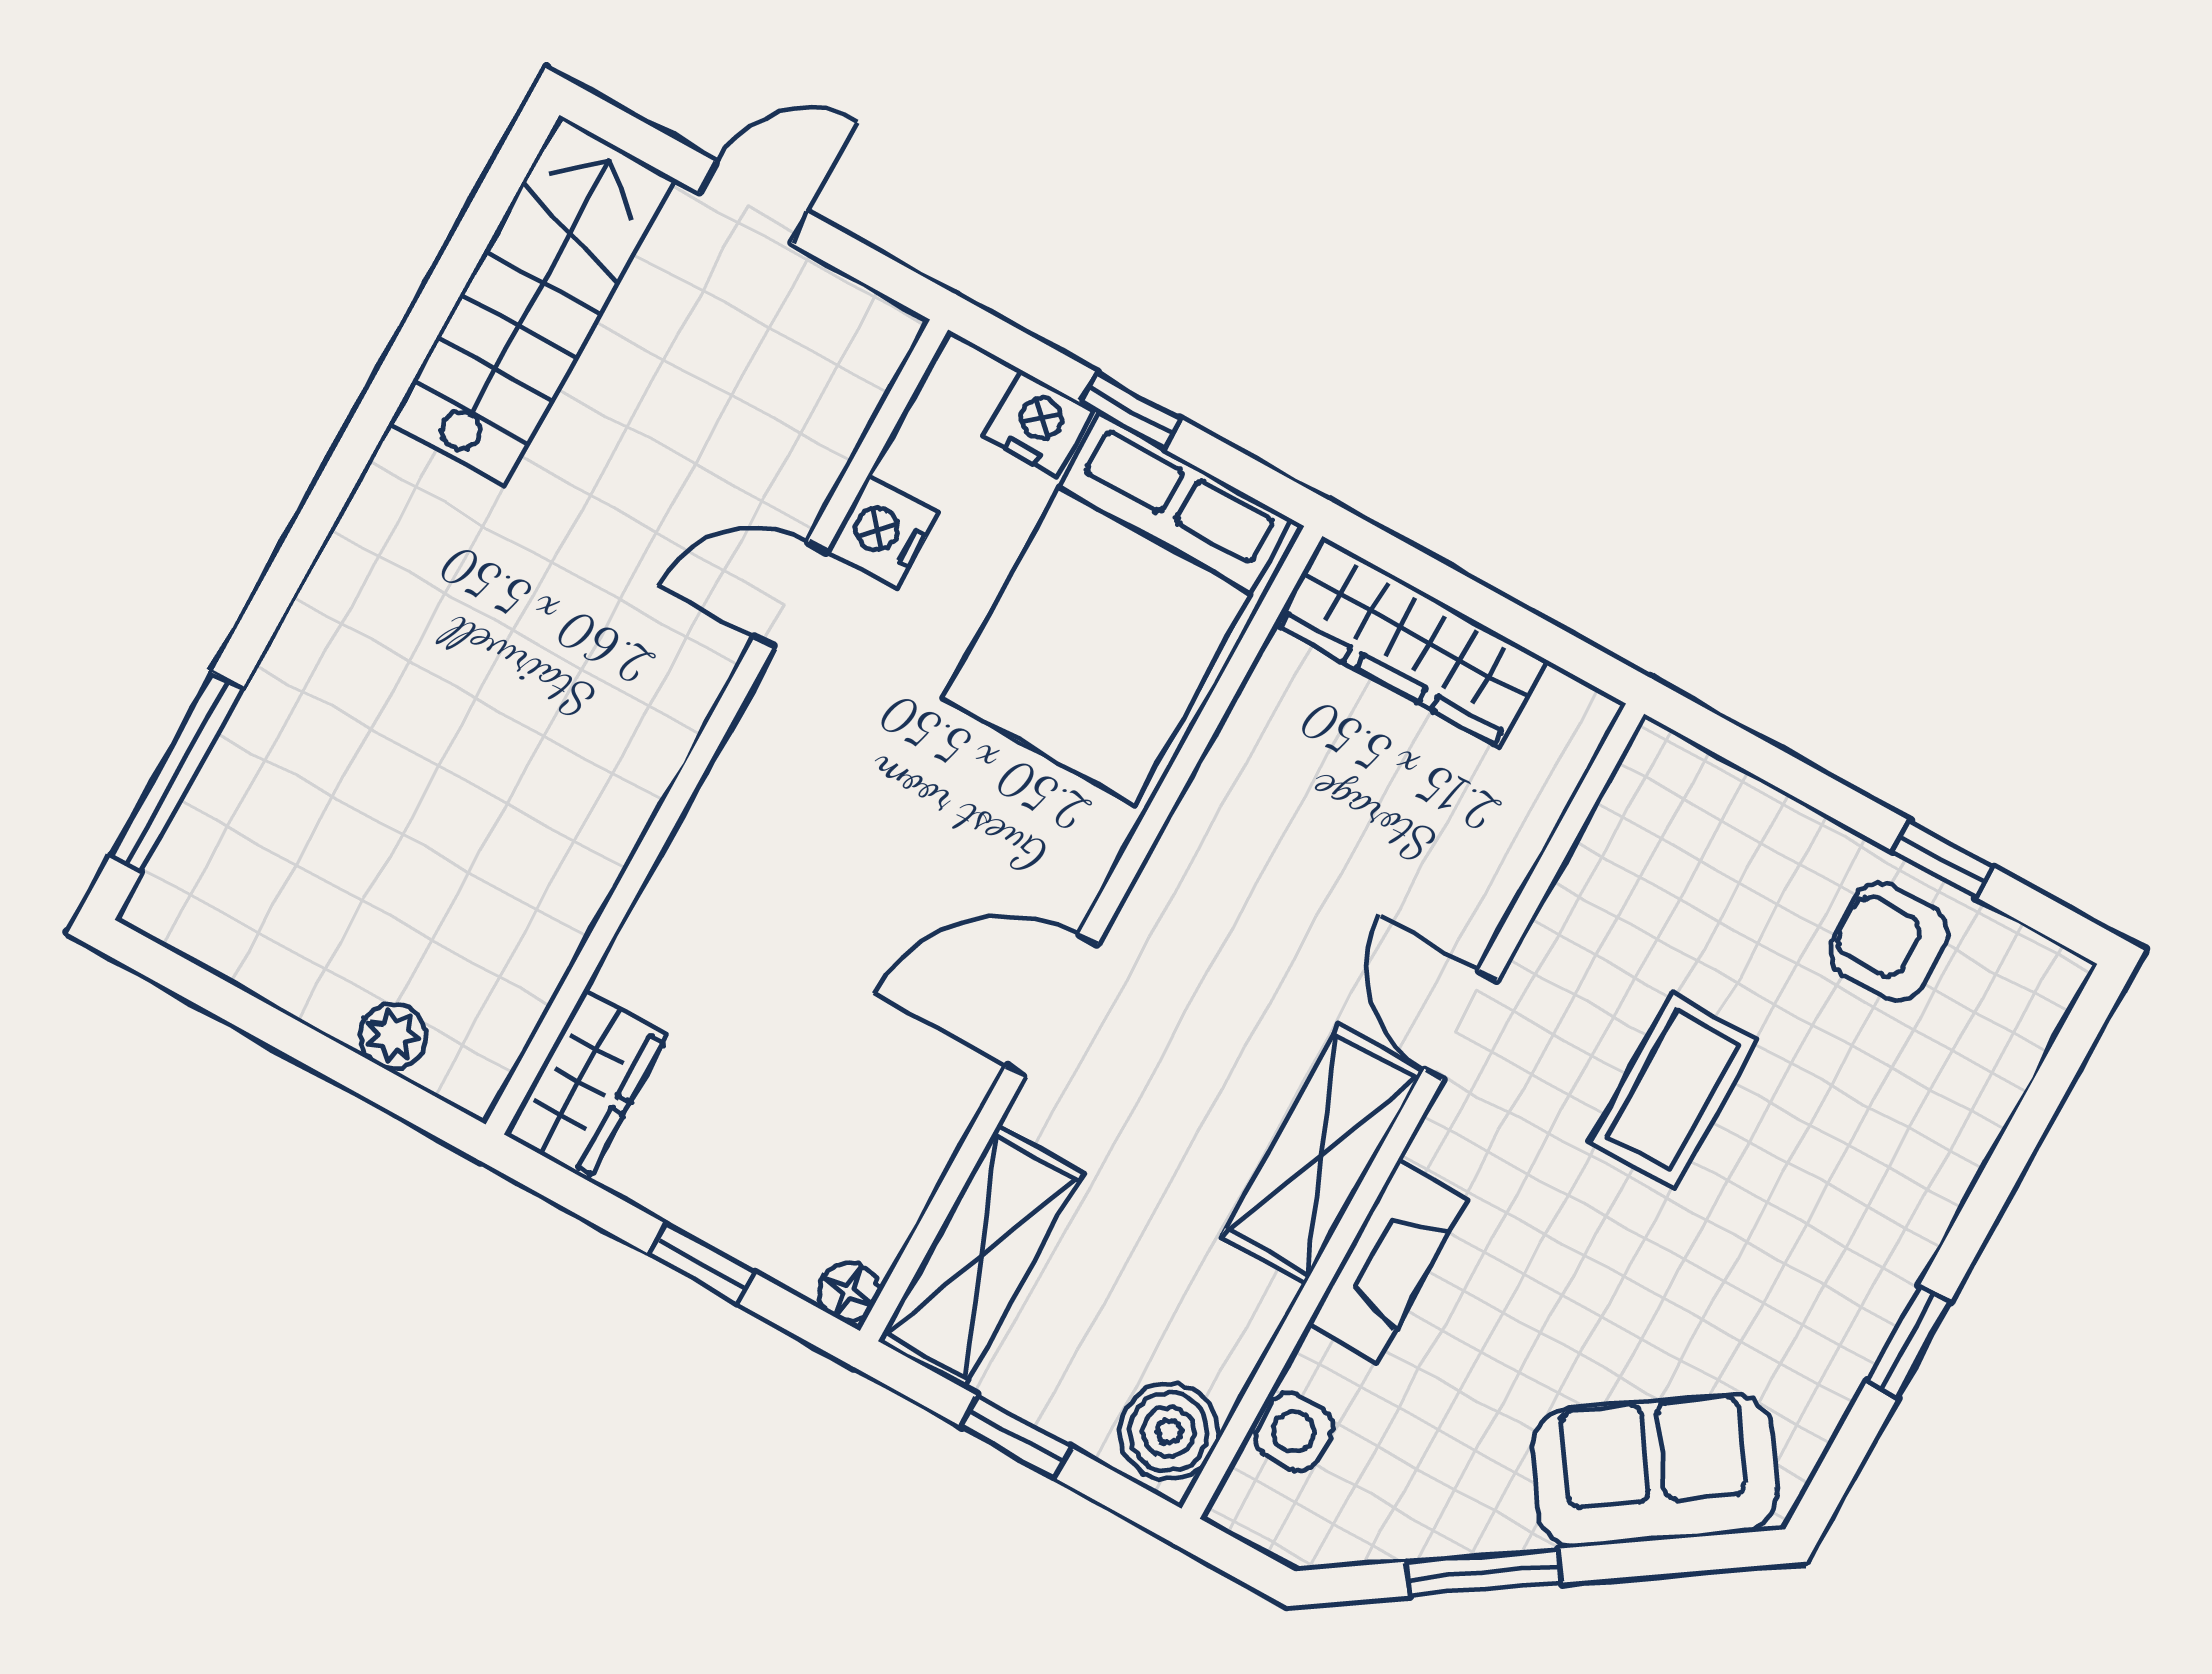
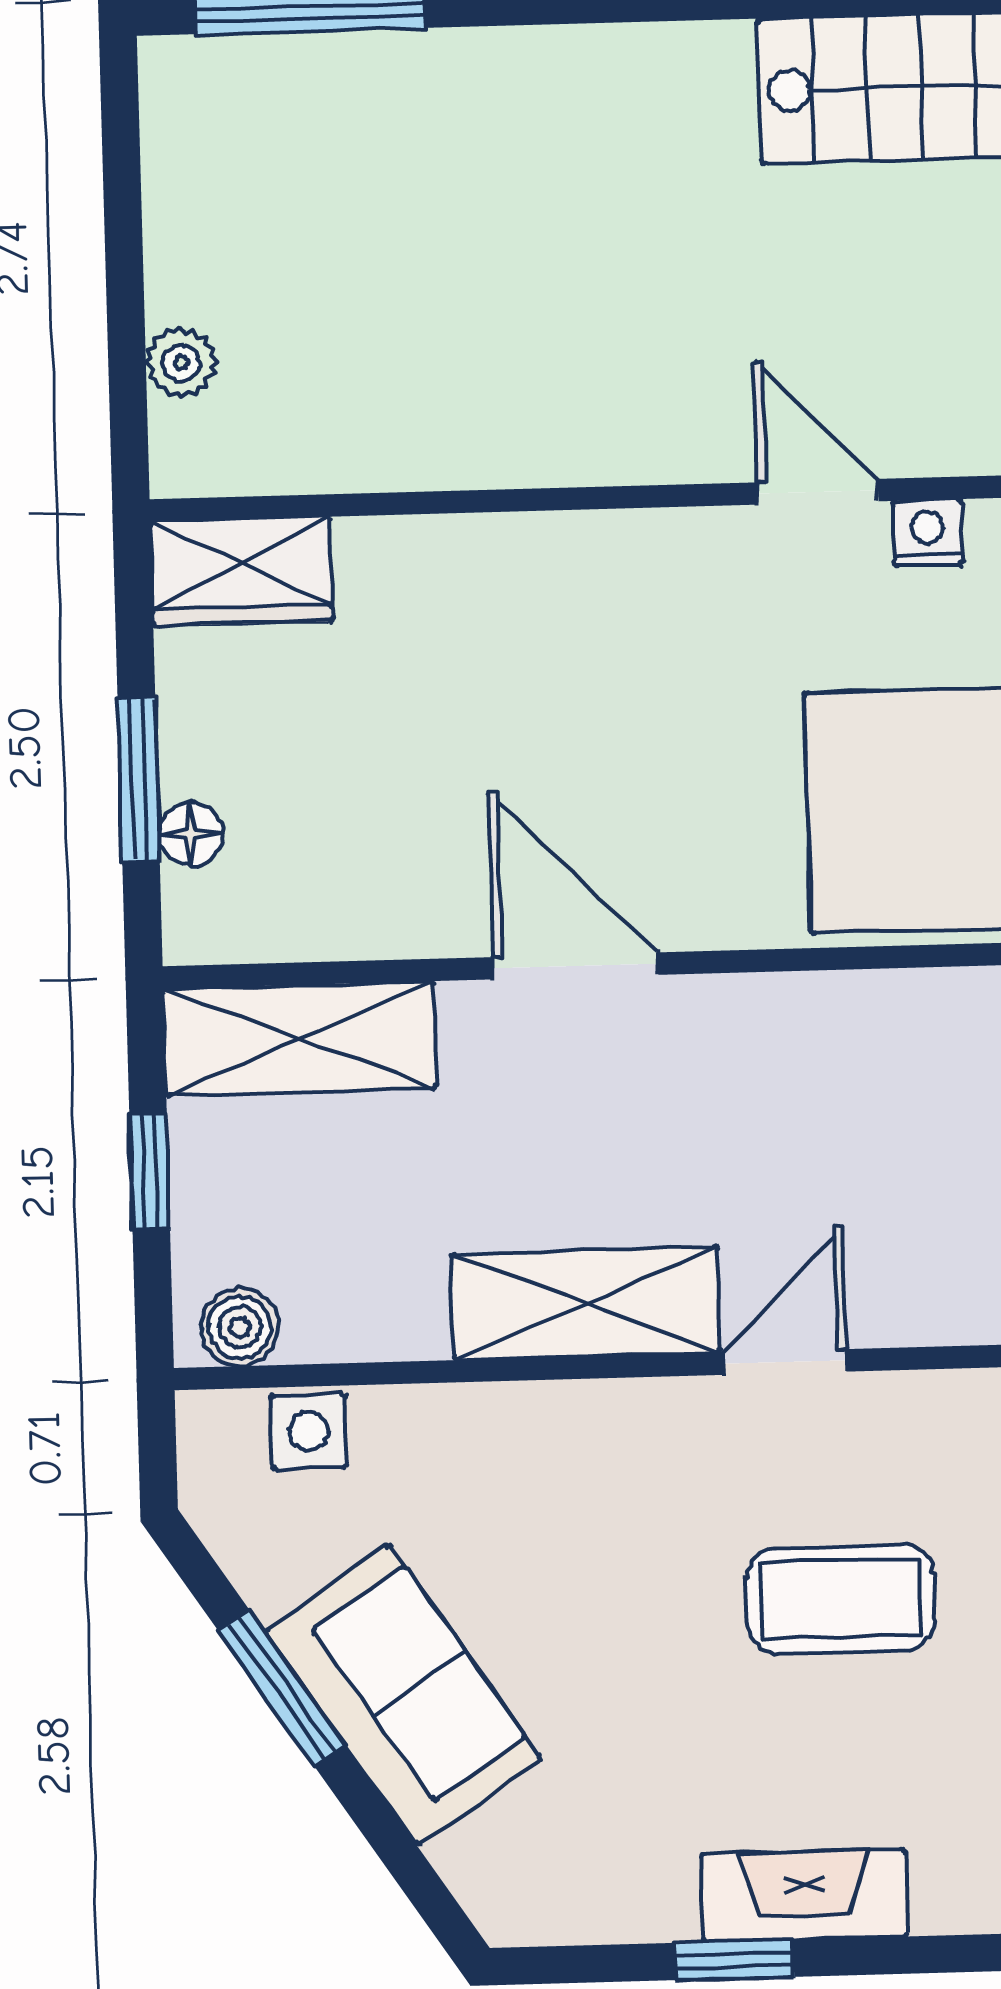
nightstand: (882, 532) -> (928, 533), width x0.72, depth x0.74
fireplace: (1387, 1261) -> (804, 1895), moved, turned 180
window: (701, 1263) -> (139, 779), width x1.50
floor lamp: (848, 1291) -> (191, 834), moved
boiler: (1169, 1432) -> (240, 1327), width x0.73, depth x0.73
sofa: (1655, 1471) -> (403, 1695), moved

